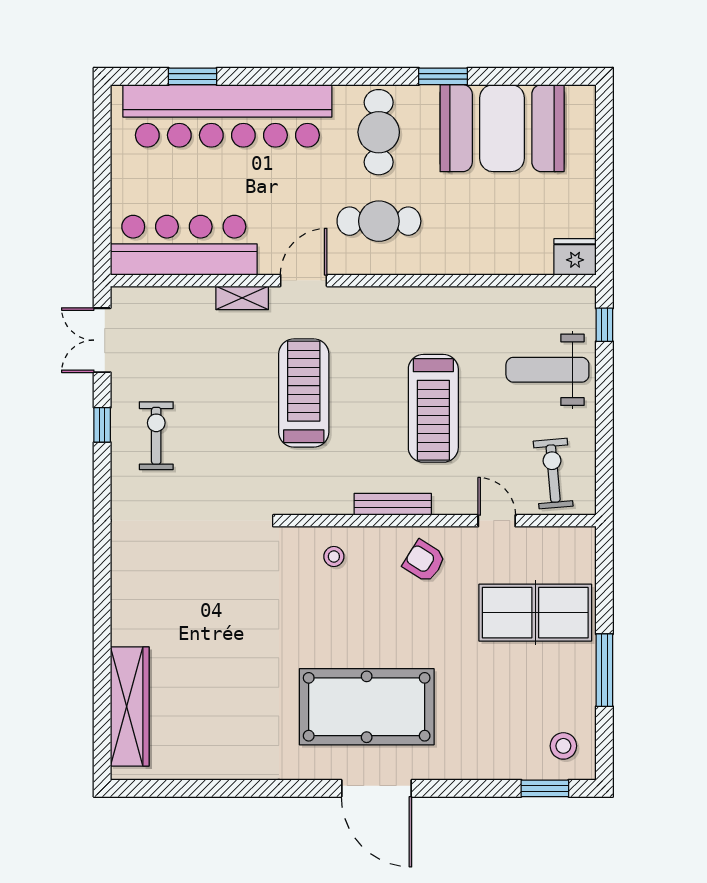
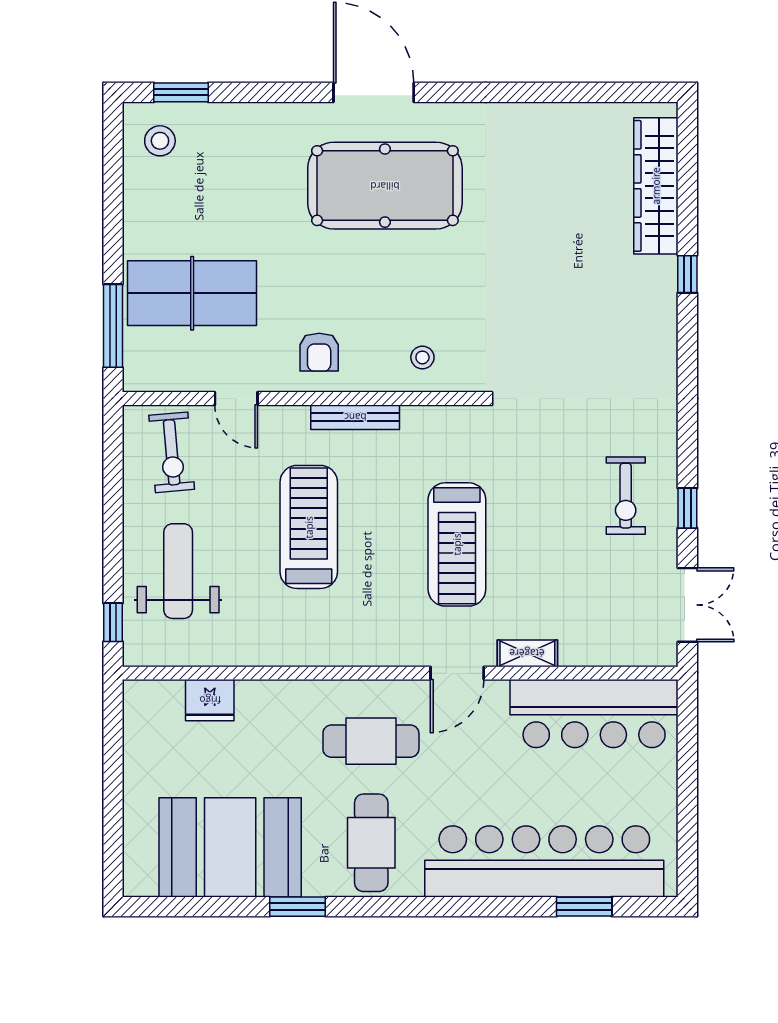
fridge: (575, 257) -> (210, 700), moved
weight bench: (547, 370) -> (178, 571), turned -90
armchair: (424, 561) -> (319, 352), turned 58
window: (102, 629) -> (687, 274), added
window: (604, 670) -> (113, 326), moved

